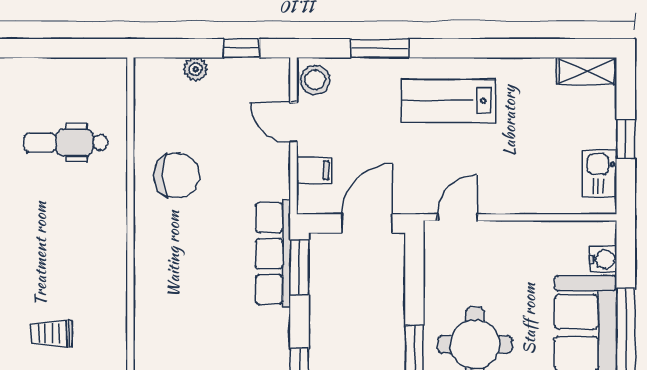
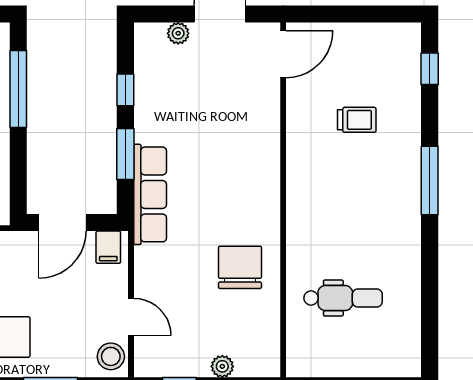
filing cabinet: (314, 170) -> (108, 247), moved, turned -90
chair: (177, 175) -> (240, 267), turned 90
window: (300, 267) -> (125, 154), moved

